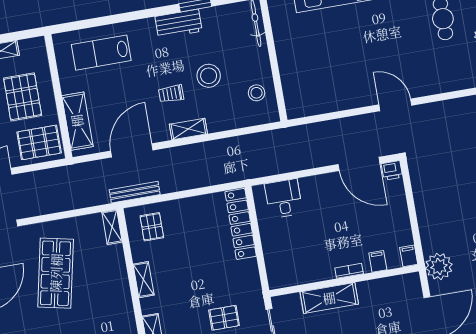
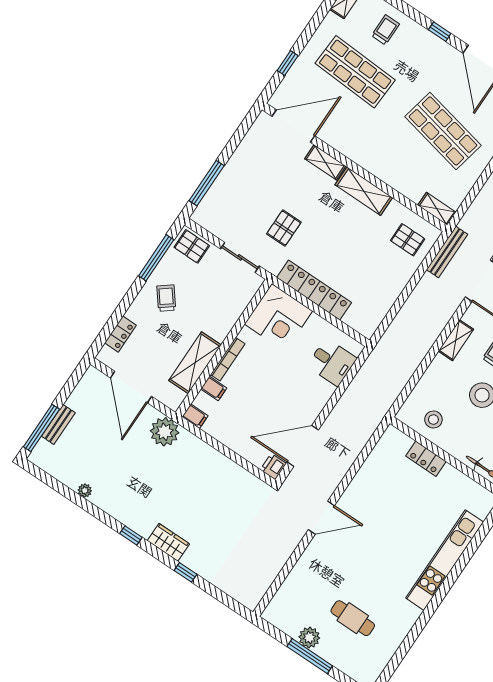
locker: (288, 73) -> (426, 459), added
locker: (241, 224) -> (314, 290), moved
corner desk: (288, 263) -> (278, 318), added
bookcase: (349, 271) -> (228, 359), width x1.56
shelving: (144, 280) -> (364, 191), width x1.50, depth x1.33
shelving: (329, 298) -> (195, 363), moved

